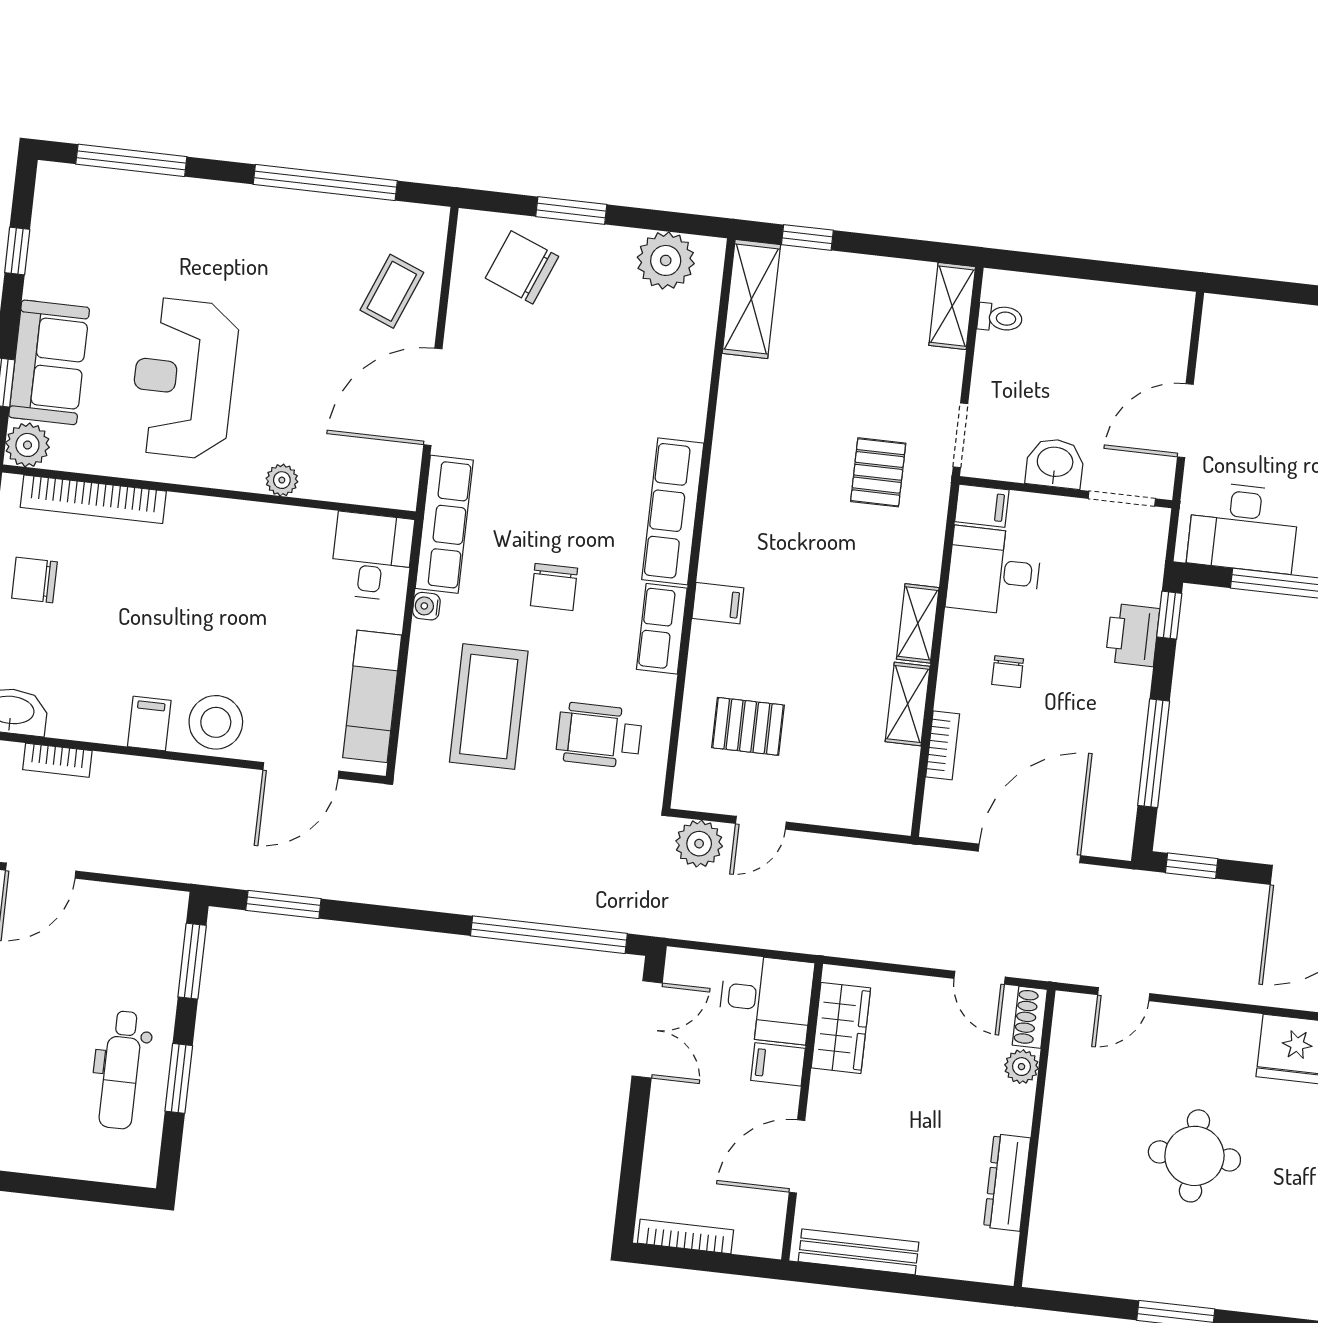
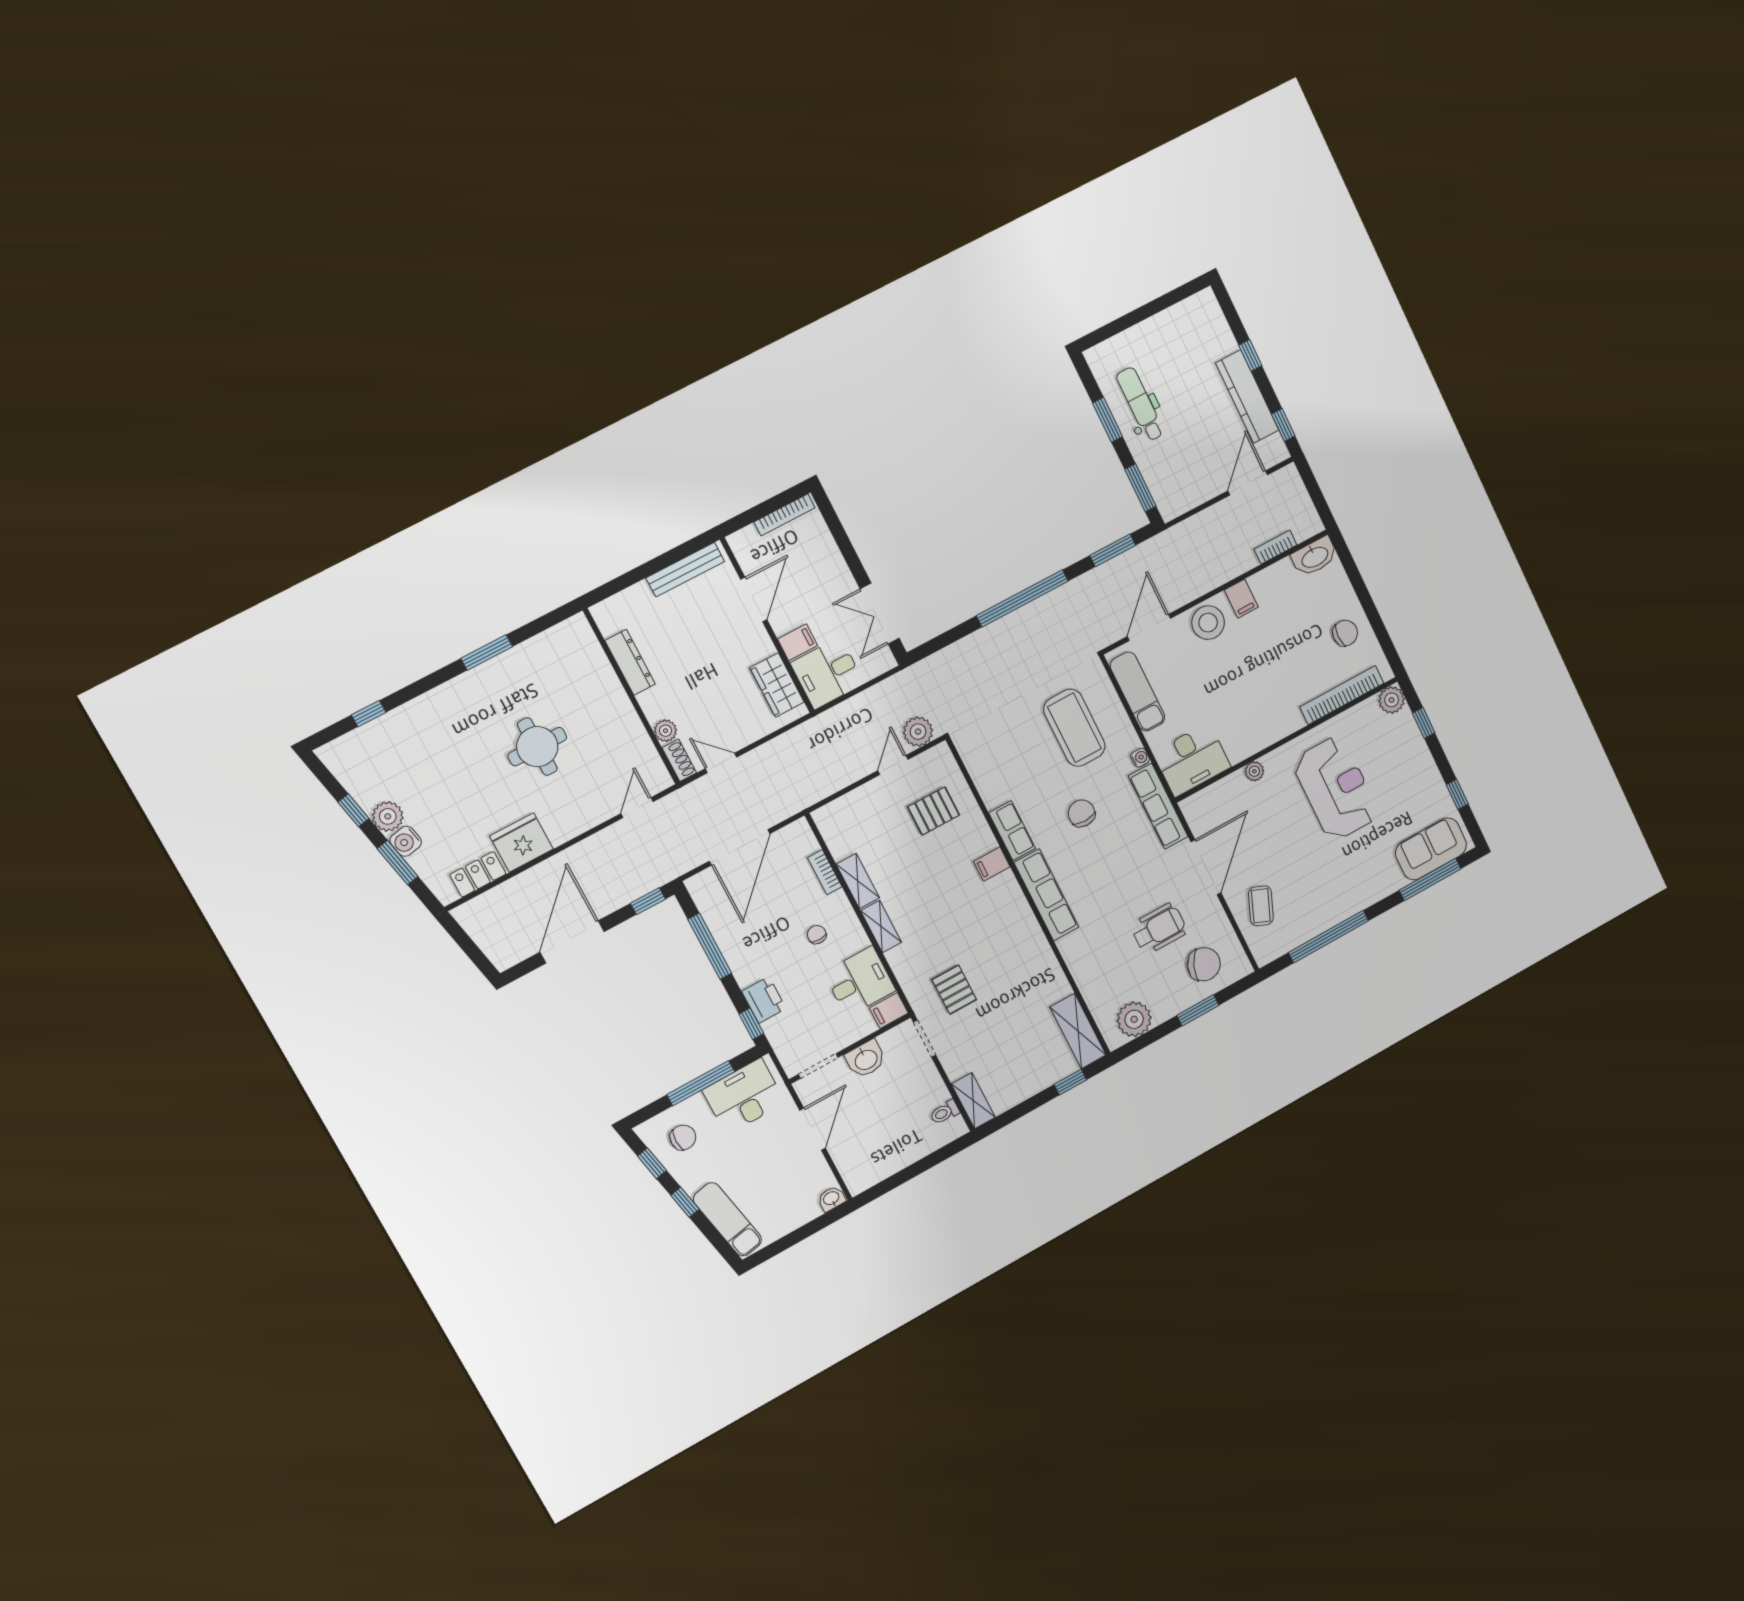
washbasin: (1223, 311) -> (831, 1199), added
sofa: (49, 362) -> (1431, 849), moved, turned 90
desk: (372, 556) -> (1192, 760), width x1.37
wheelchair: (599, 735) -> (1159, 929), moved
window: (549, 935) -> (1022, 598), moved

